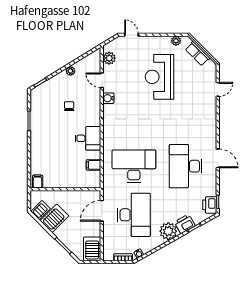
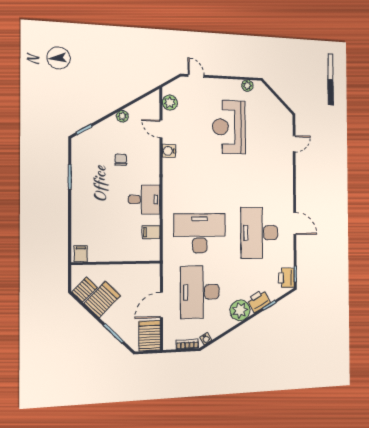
row of seats: (198, 54) -> (272, 102), removed
door: (102, 211) -> (161, 305), moved
desk: (134, 215) -> (200, 292), turned 180

